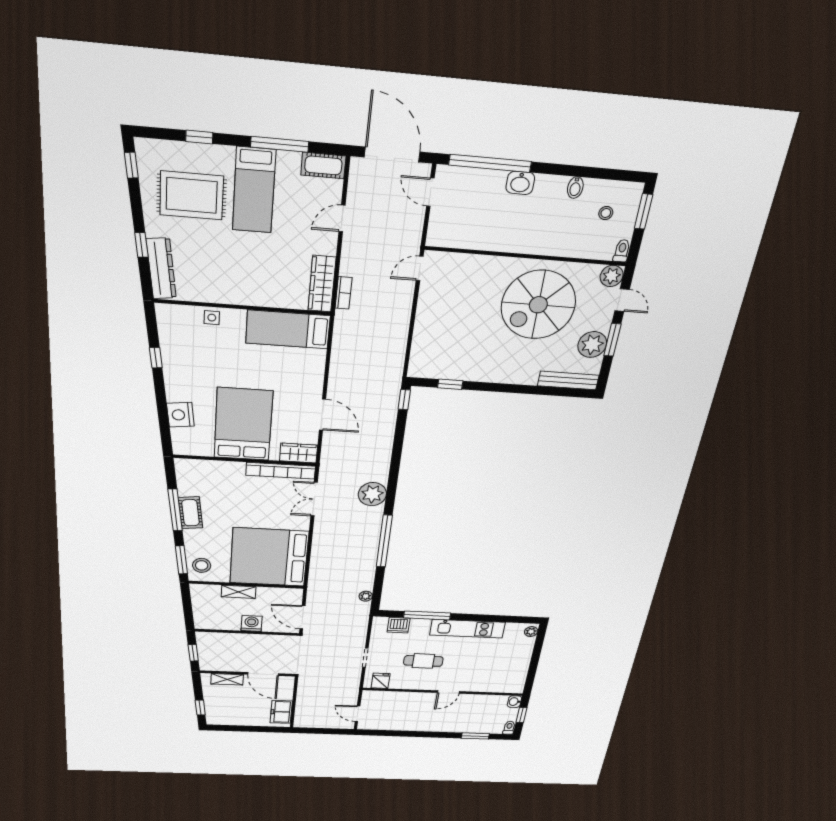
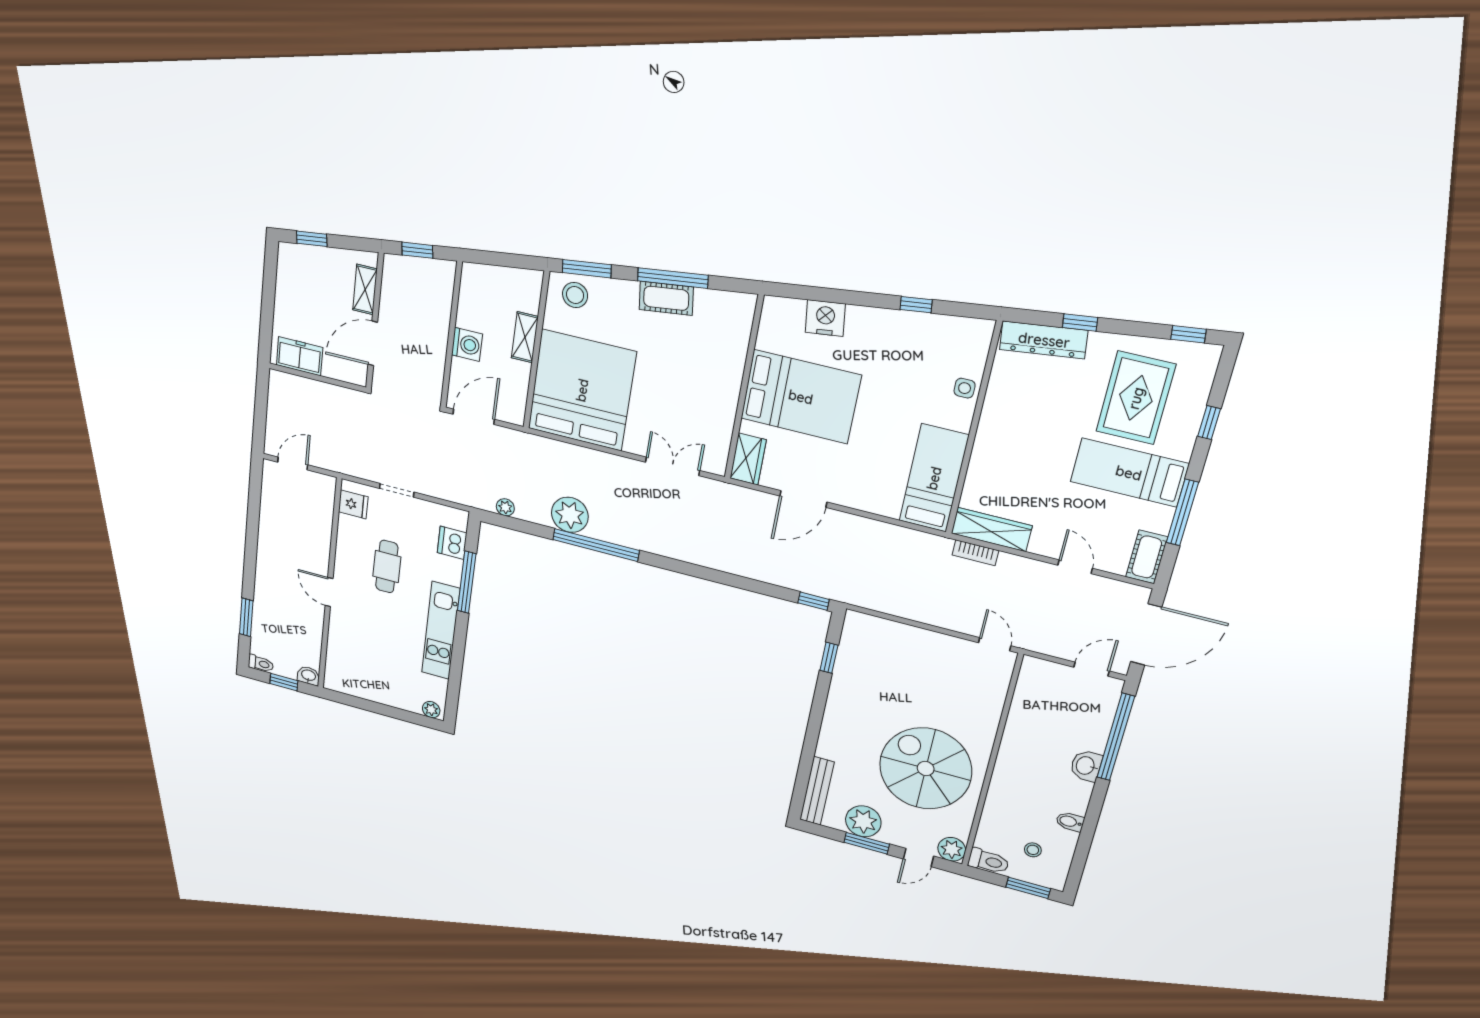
toilet: (622, 251) -> (988, 861), width x1.37, depth x1.39
bookcase: (281, 471) -> (723, 431), removed
plant: (372, 494) -> (570, 515), moved

